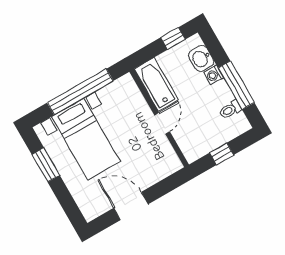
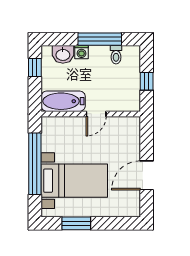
door: (162, 123) -> (96, 114), swing flipped

